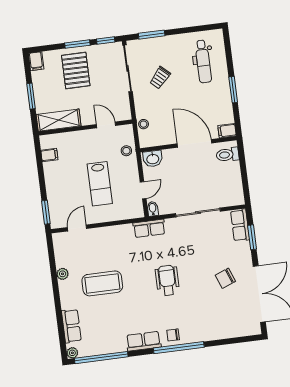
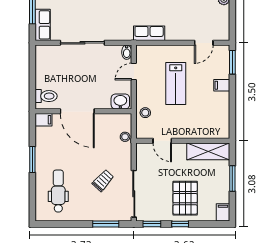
window: (77, 44) -> (180, 224), width x0.67
filing cabinet: (49, 155) -> (222, 85), moved
lab bench: (100, 184) -> (176, 84), turned 180
row of seats: (149, 228) -> (149, 33), moved

